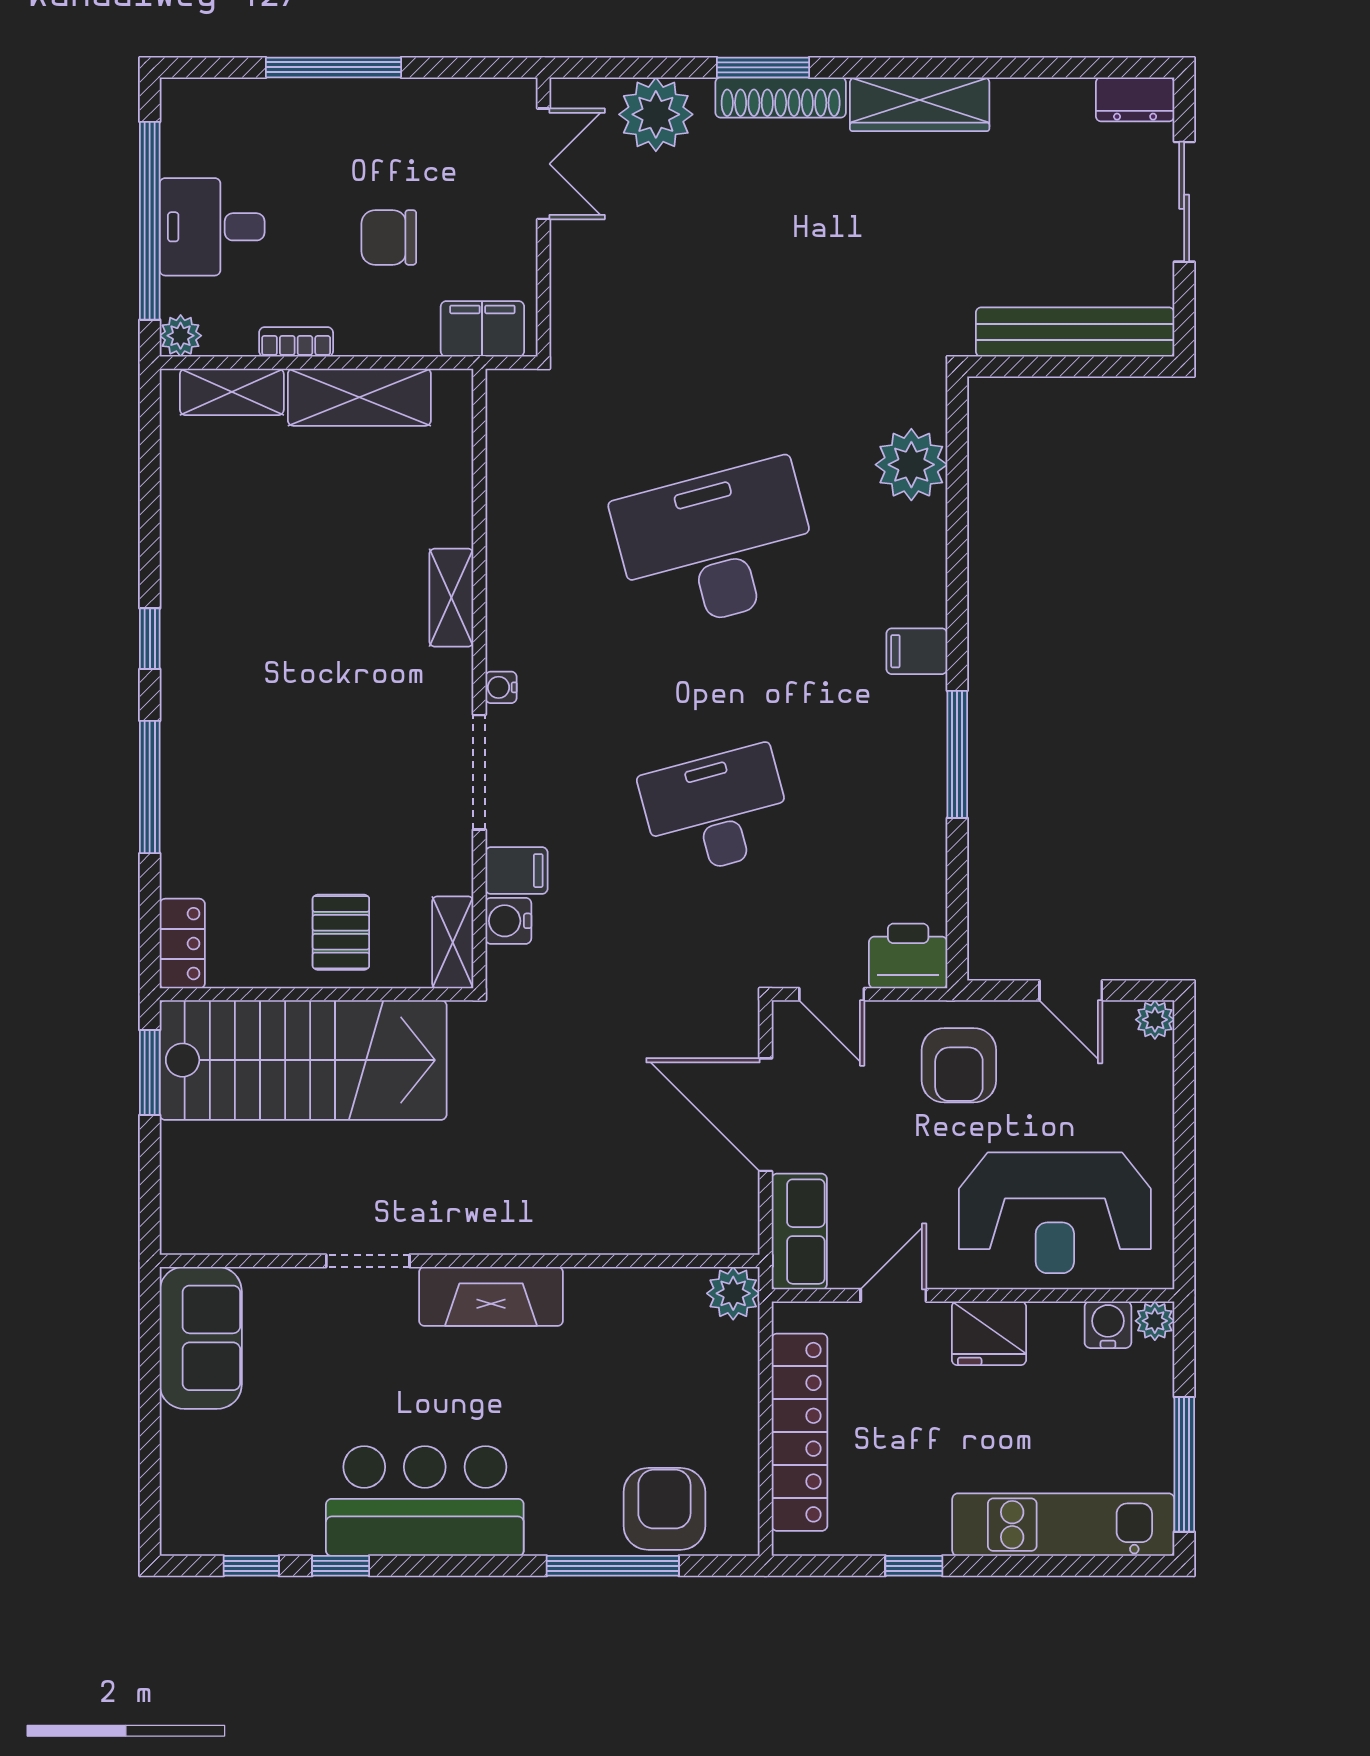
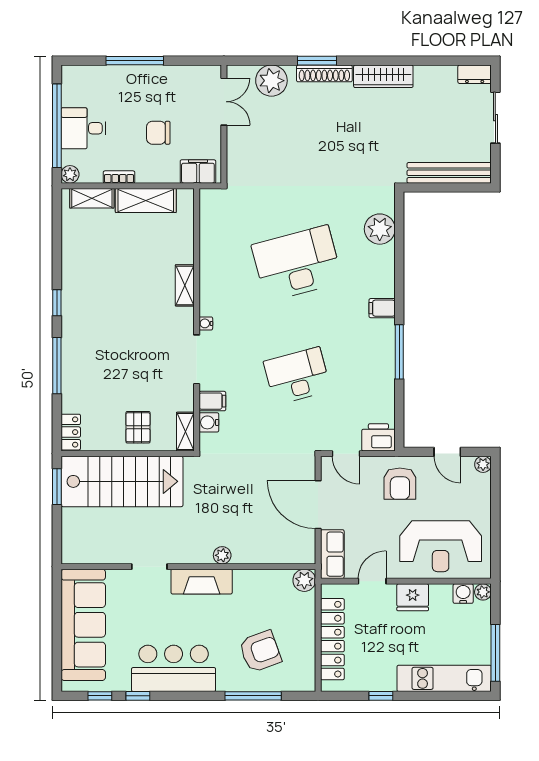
plant: (540, 1234) -> (222, 555), added
sofa: (201, 1338) -> (83, 625), width x1.85, depth x1.27
armchair: (664, 1509) -> (260, 651), moved, turned 70

